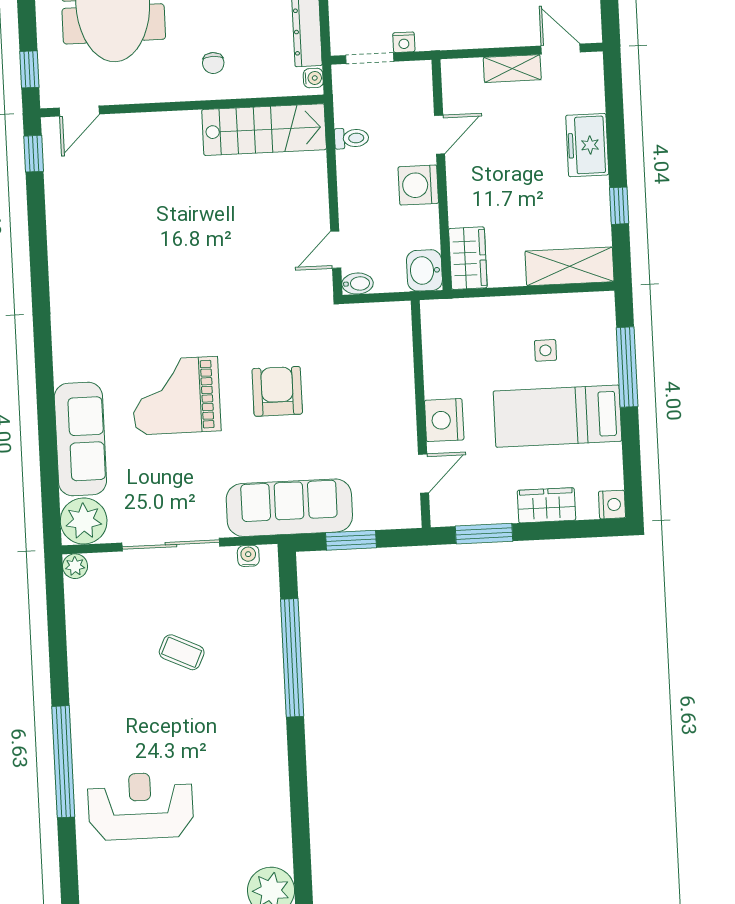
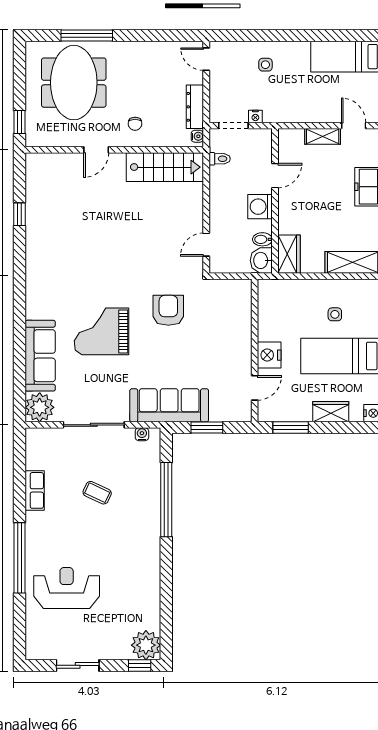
door: (79, 111) -> (96, 150), moved
toilet: (352, 138) -> (220, 159), moved
window: (34, 154) -> (19, 214), moved
bidet: (357, 284) -> (262, 239), moved, turned 180
armchair: (277, 391) -> (168, 310), moved
plant: (75, 566) -> (33, 435), removed
row of seats: (82, 653) -> (35, 490), added

